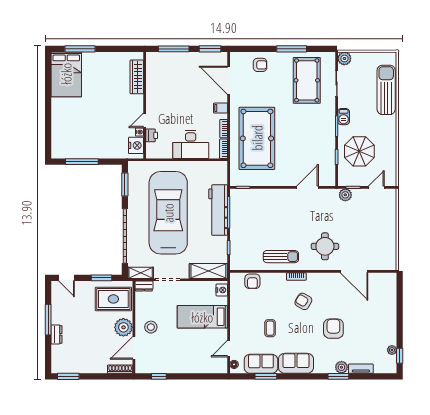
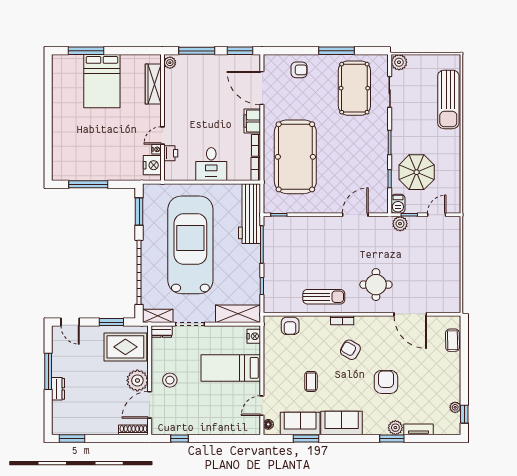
plant: (151, 59) -> (170, 63), added
bed: (66, 74) -> (102, 81), moved
sun lounger: (386, 90) -> (448, 99), turned 180
filing cabinet: (221, 108) -> (252, 121), width x2.00
barbecue: (344, 117) -> (398, 204), moved
desk: (191, 145) -> (211, 164), width x0.73
workbench: (218, 210) -> (250, 214), moved
coffee table: (390, 293) -> (453, 340), added

